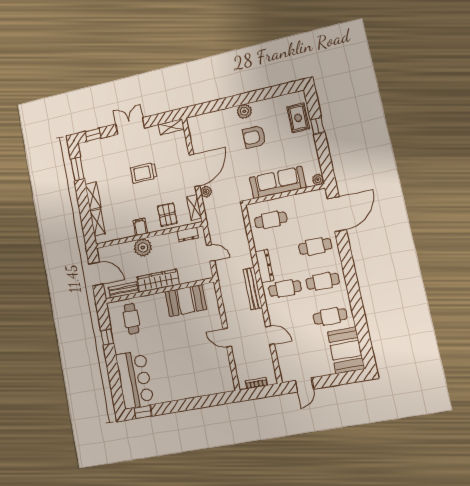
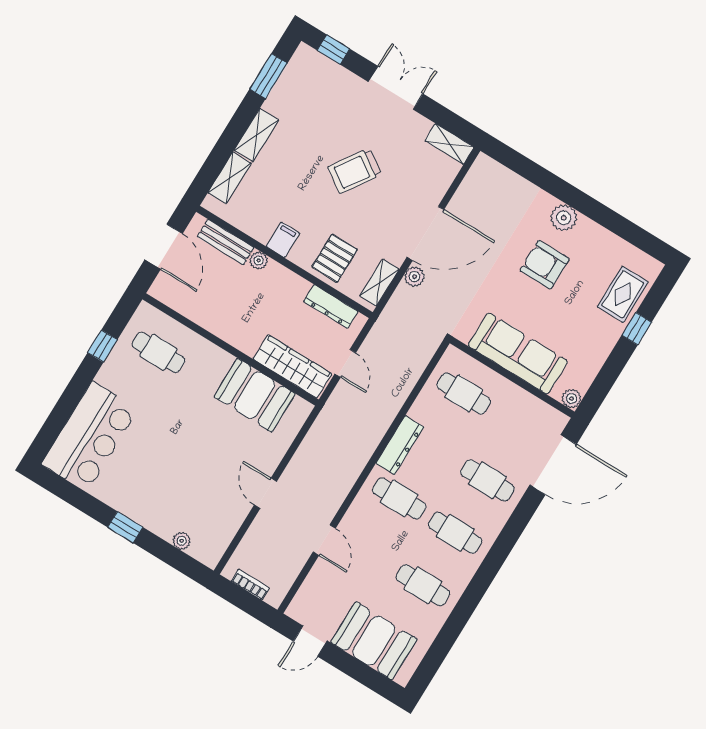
trolley: (144, 173) -> (355, 171), turned -56
dresser: (188, 235) -> (331, 307), width x1.44
plant: (143, 247) -> (259, 261), width x0.53, depth x0.53
wardrobe: (158, 281) -> (293, 366), moved
bench: (253, 289) -> (357, 460), removed
bench: (124, 290) -> (226, 242), moved
cafe table: (131, 319) -> (158, 352), turned 90
booth: (346, 350) -> (374, 641), moved, turned 90
plant: (211, 390) -> (182, 541), added
window: (143, 412) -> (125, 527), moved

